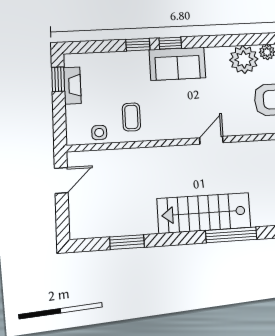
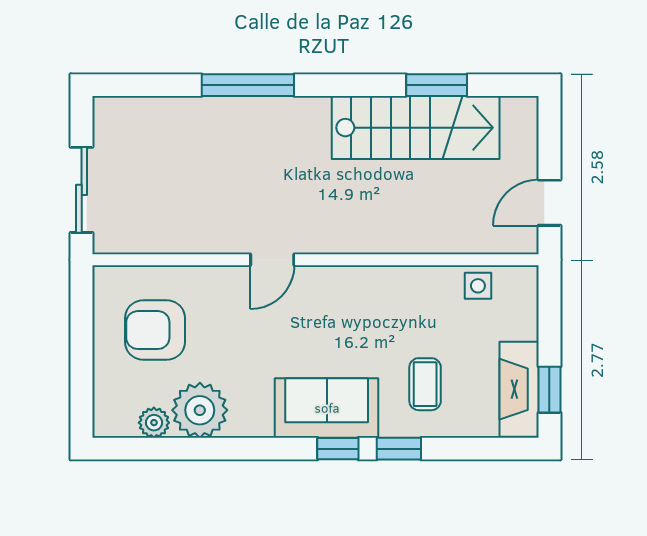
fireplace: (72, 86) -> (519, 389), width x1.37, depth x1.32
coffee table: (131, 117) -> (425, 384), moved
stairs: (204, 213) -> (416, 128), moved

